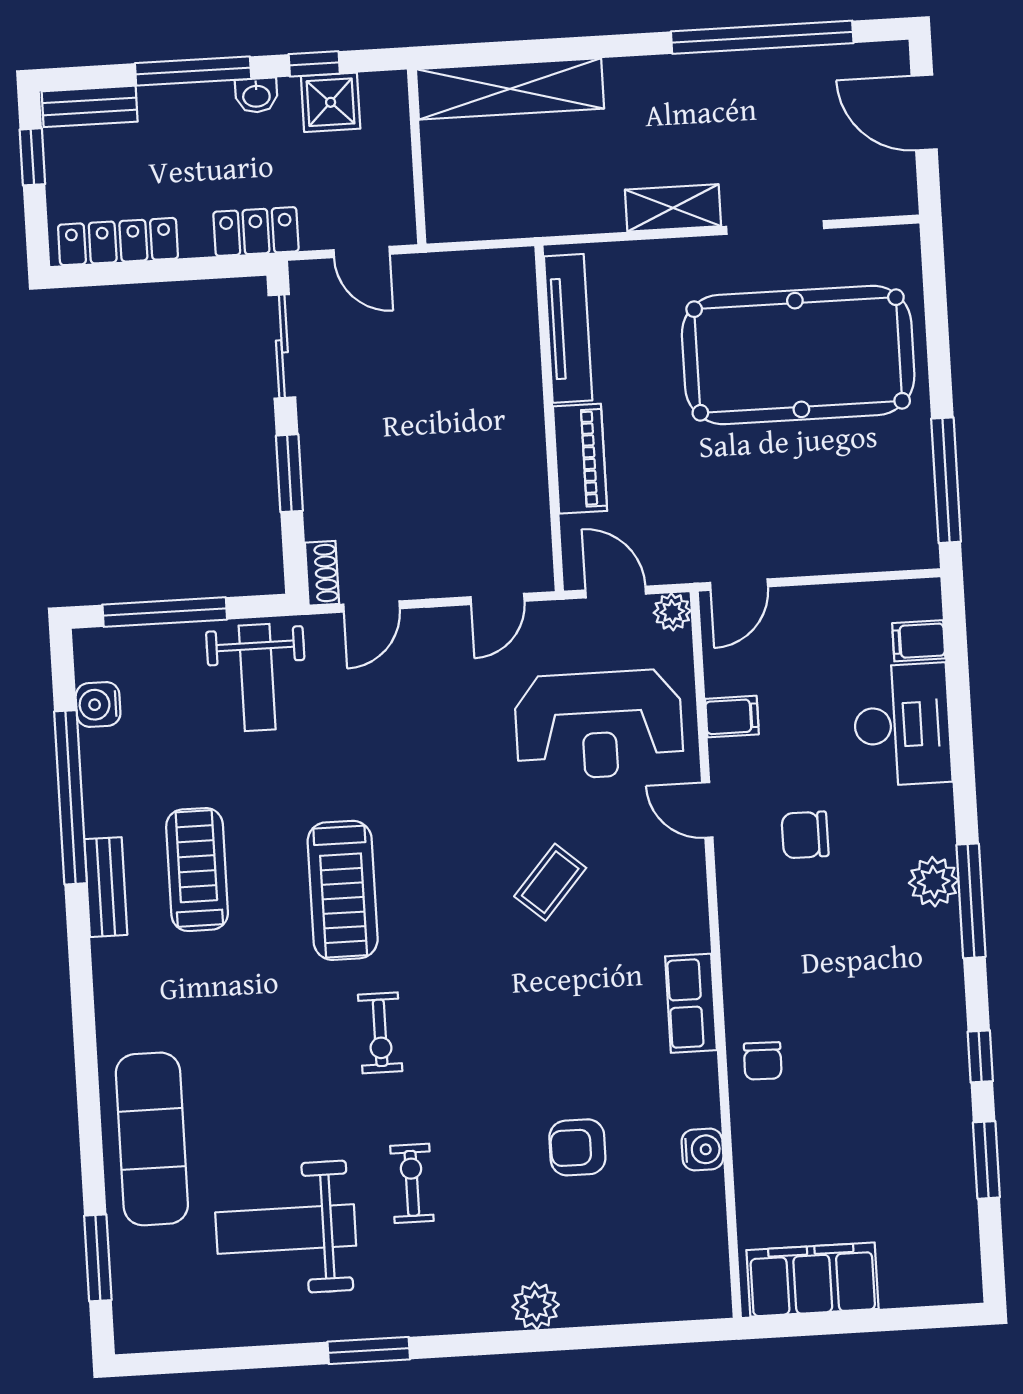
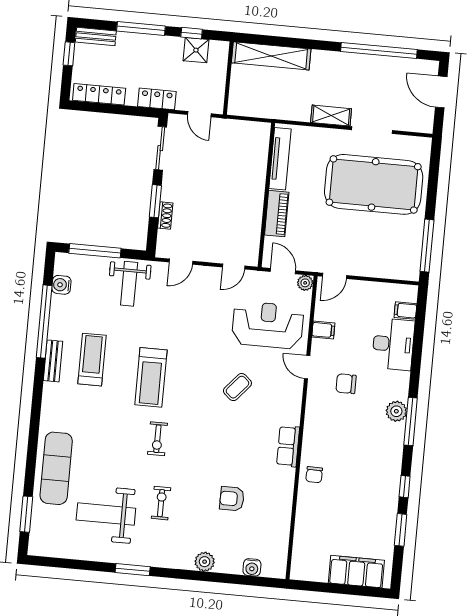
washbasin: (256, 95) -> (166, 43), removed
shoe rack: (322, 573) -> (165, 215), moved
reception desk: (599, 725) -> (268, 325), turned 180
water cooler: (702, 1150) -> (252, 567), moved, turned 90
filing cabinet: (812, 1280) -> (356, 572), moved

